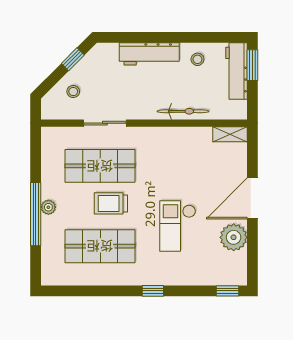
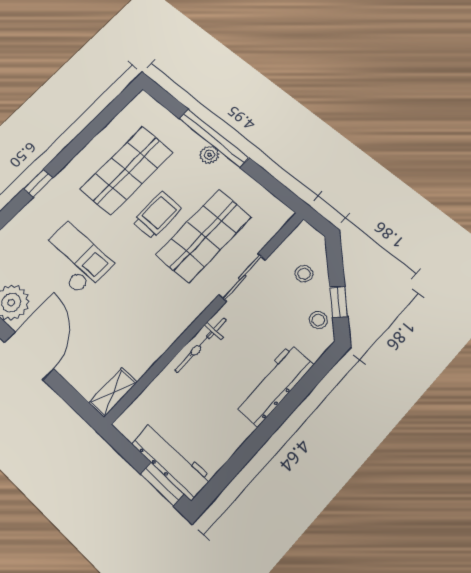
stool: (197, 59) -> (318, 320), moved
bicycle: (183, 111) -> (201, 345), moved

